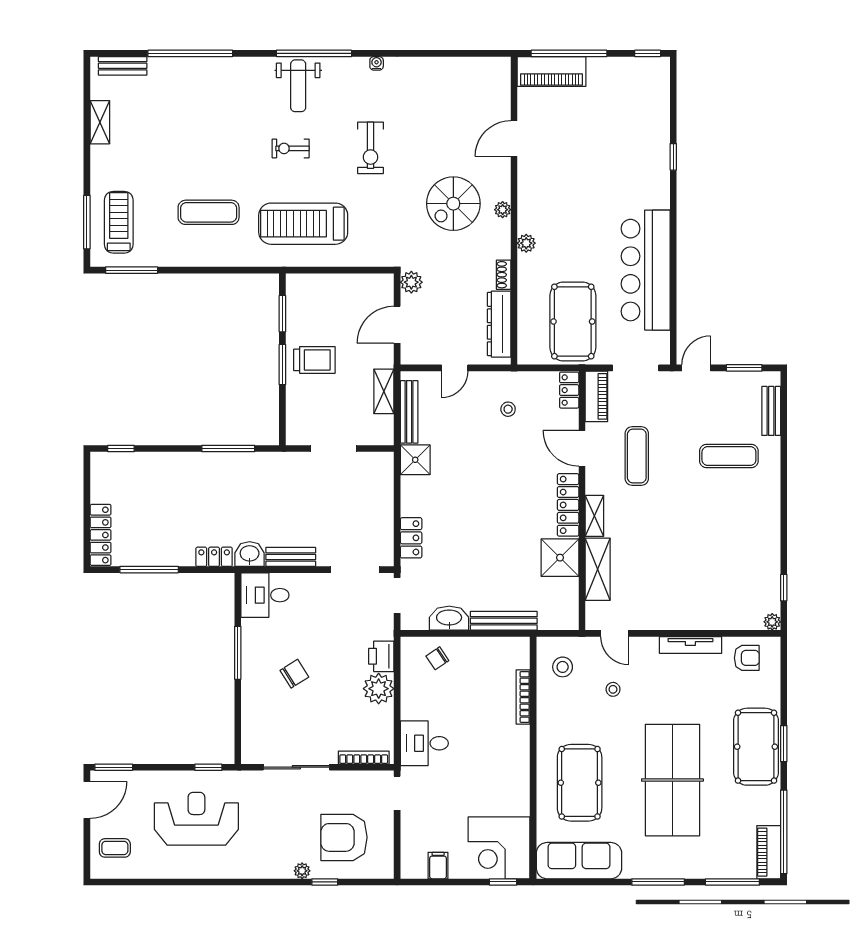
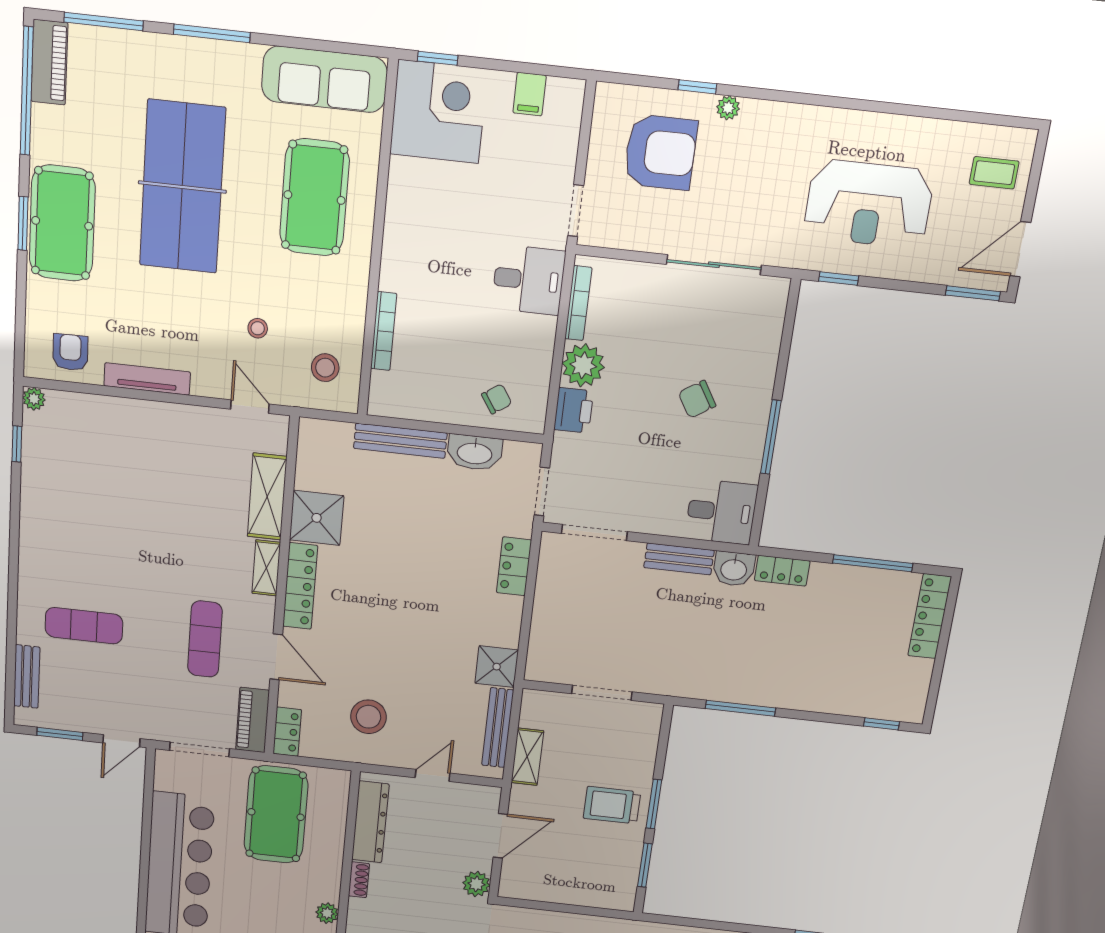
stool: (508, 409) -> (369, 717), width x1.89, depth x1.89
armchair: (747, 658) -> (70, 352), turned 89
bookcase: (364, 758) -> (578, 303), moved, turned -90

